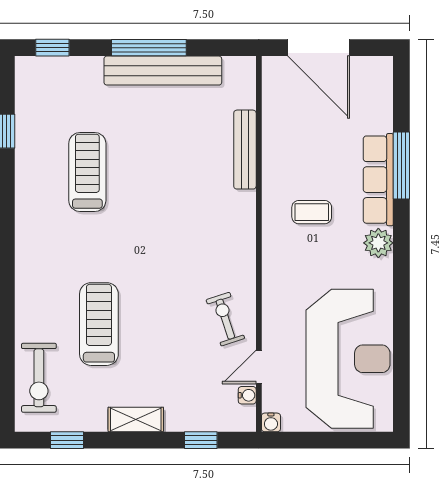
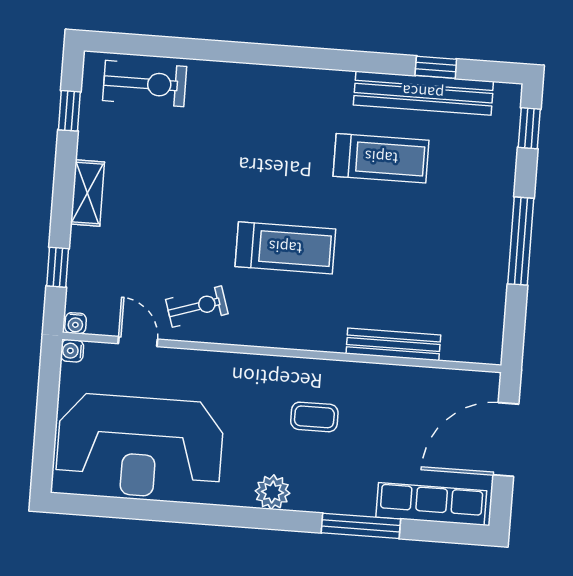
bench: (163, 71) -> (423, 93), moved, turned 90
row of seats: (378, 180) -> (431, 504), moved
coffee table: (312, 212) -> (314, 417), turned 90
treadmill: (99, 324) -> (285, 248), moved
exercise bike: (39, 378) -> (145, 84), turned 180
water cooler: (247, 395) -> (76, 323), moved

